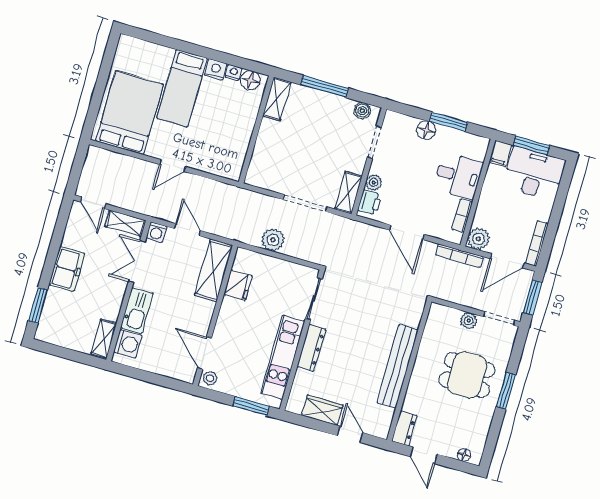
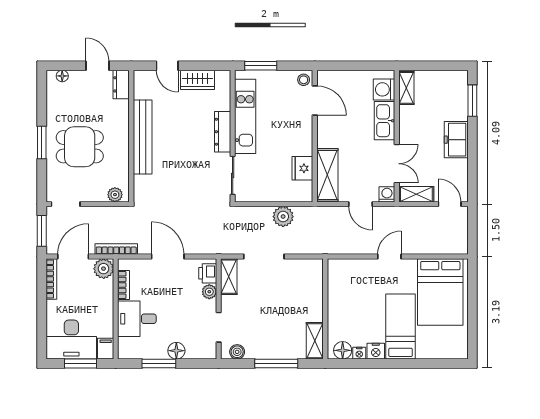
plant: (469, 321) -> (115, 195), moved

